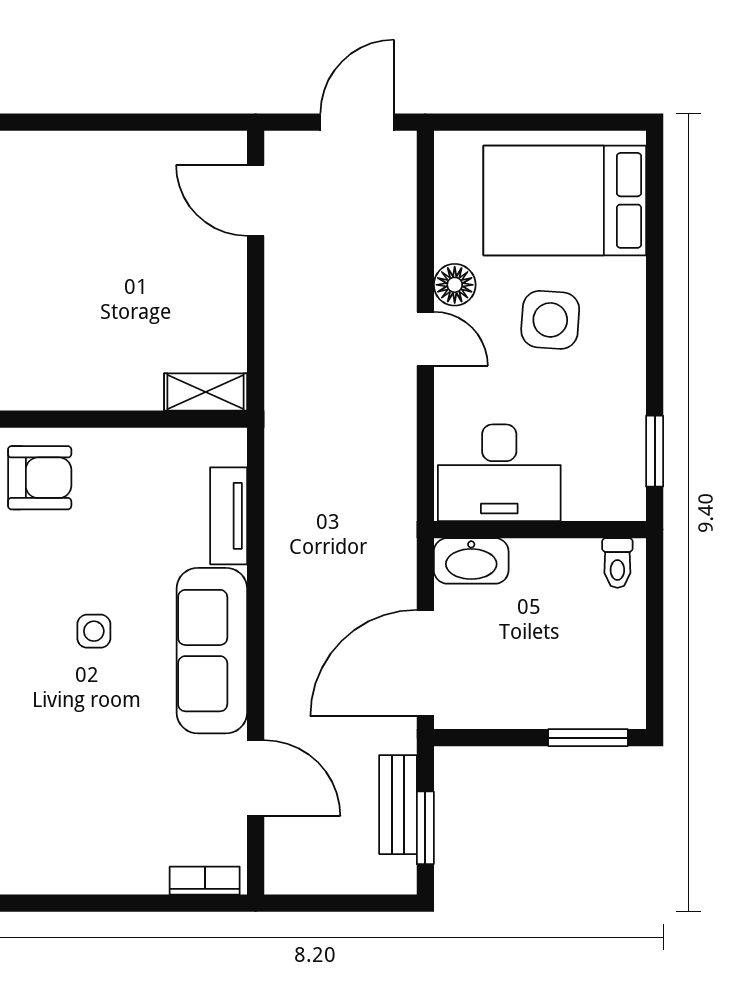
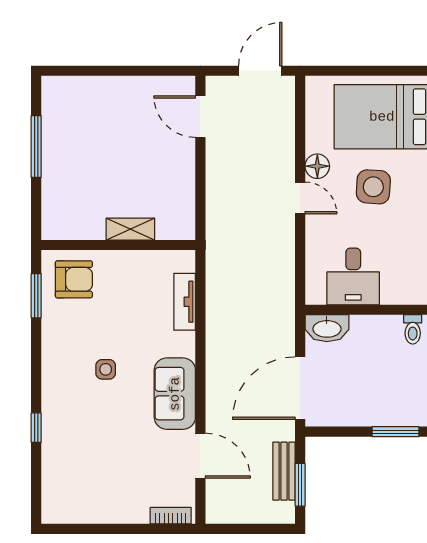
shelving: (206, 392) -> (130, 229), moved
desk: (499, 473) -> (353, 276), width x0.73
sofa: (212, 651) -> (175, 394), width x0.73

